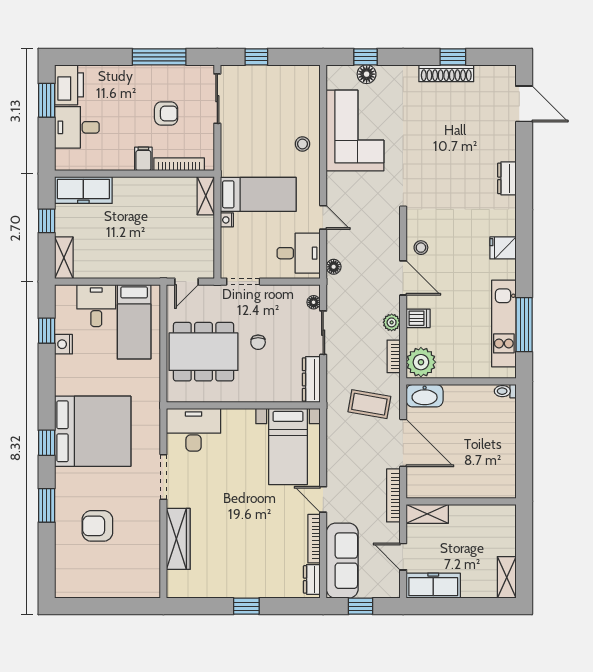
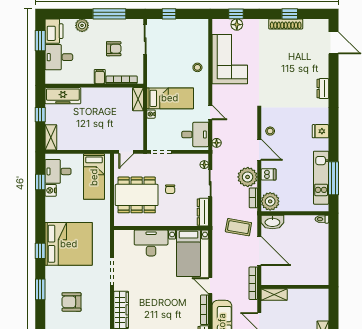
plant: (115, 76) -> (82, 25), added
desk: (96, 306) -> (58, 171), moved, turned -90
plant: (392, 322) -> (248, 177), width x1.87, depth x1.87
desk: (194, 430) -> (151, 243), moved

